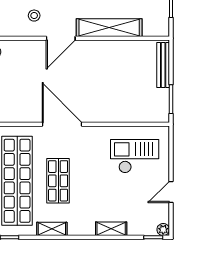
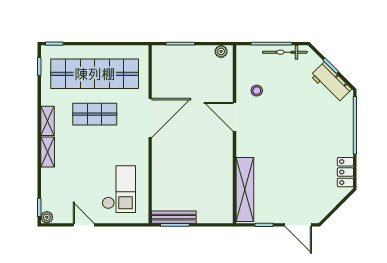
shelving: (109, 28) -> (245, 190), moved
bench: (163, 65) -> (174, 217), moved
shelving: (52, 229) -> (47, 121), moved
shelving: (111, 229) -> (48, 152), moved

